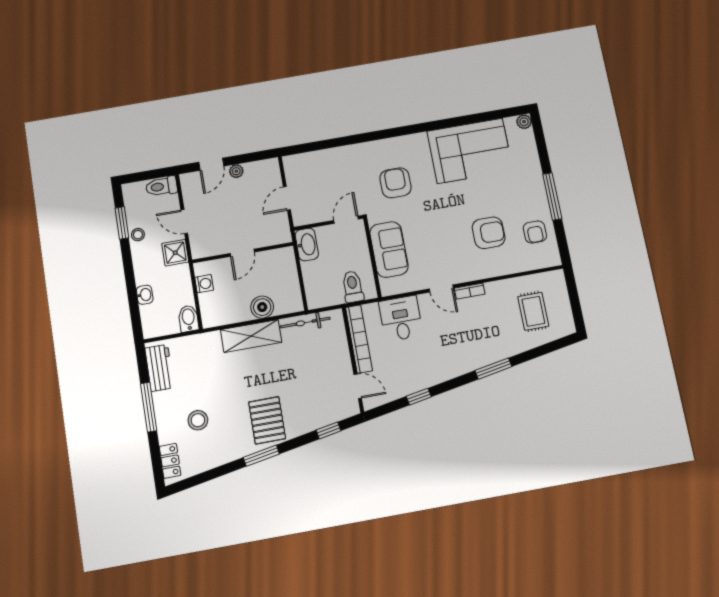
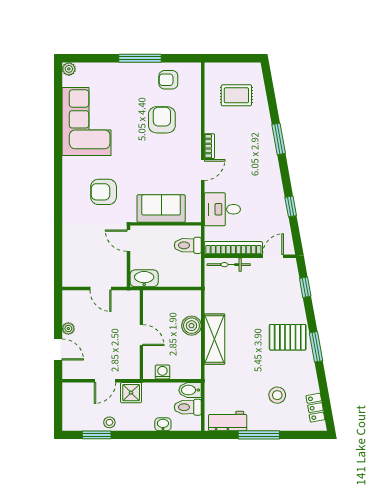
toilet: (162, 186) -> (188, 407), moved, turned 90
armchair: (535, 232) -> (168, 80), turned 180
bicycle: (305, 322) -> (229, 265), moved, turned 90
locker: (170, 461) -> (315, 408), moved, turned -100

